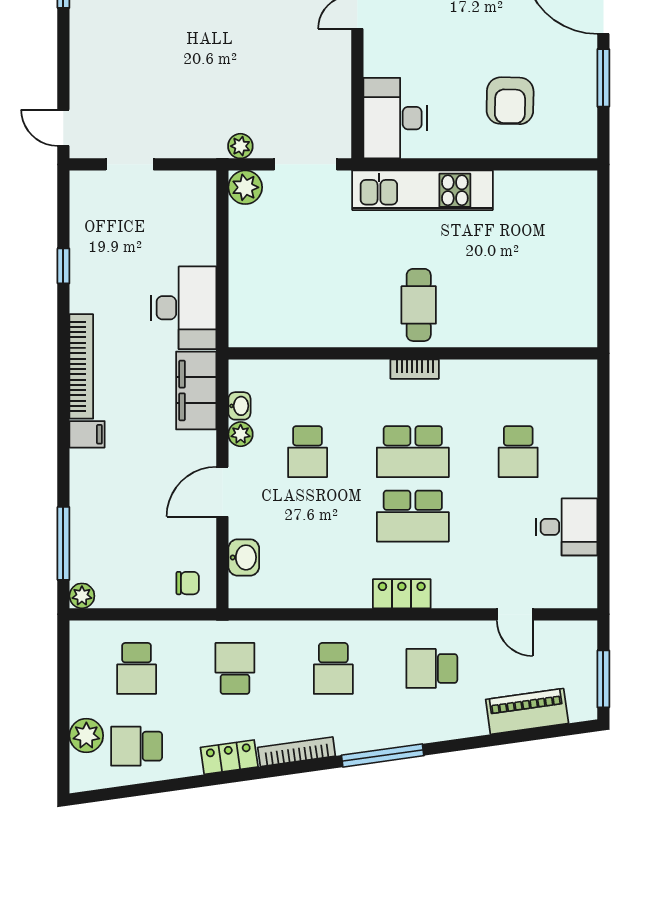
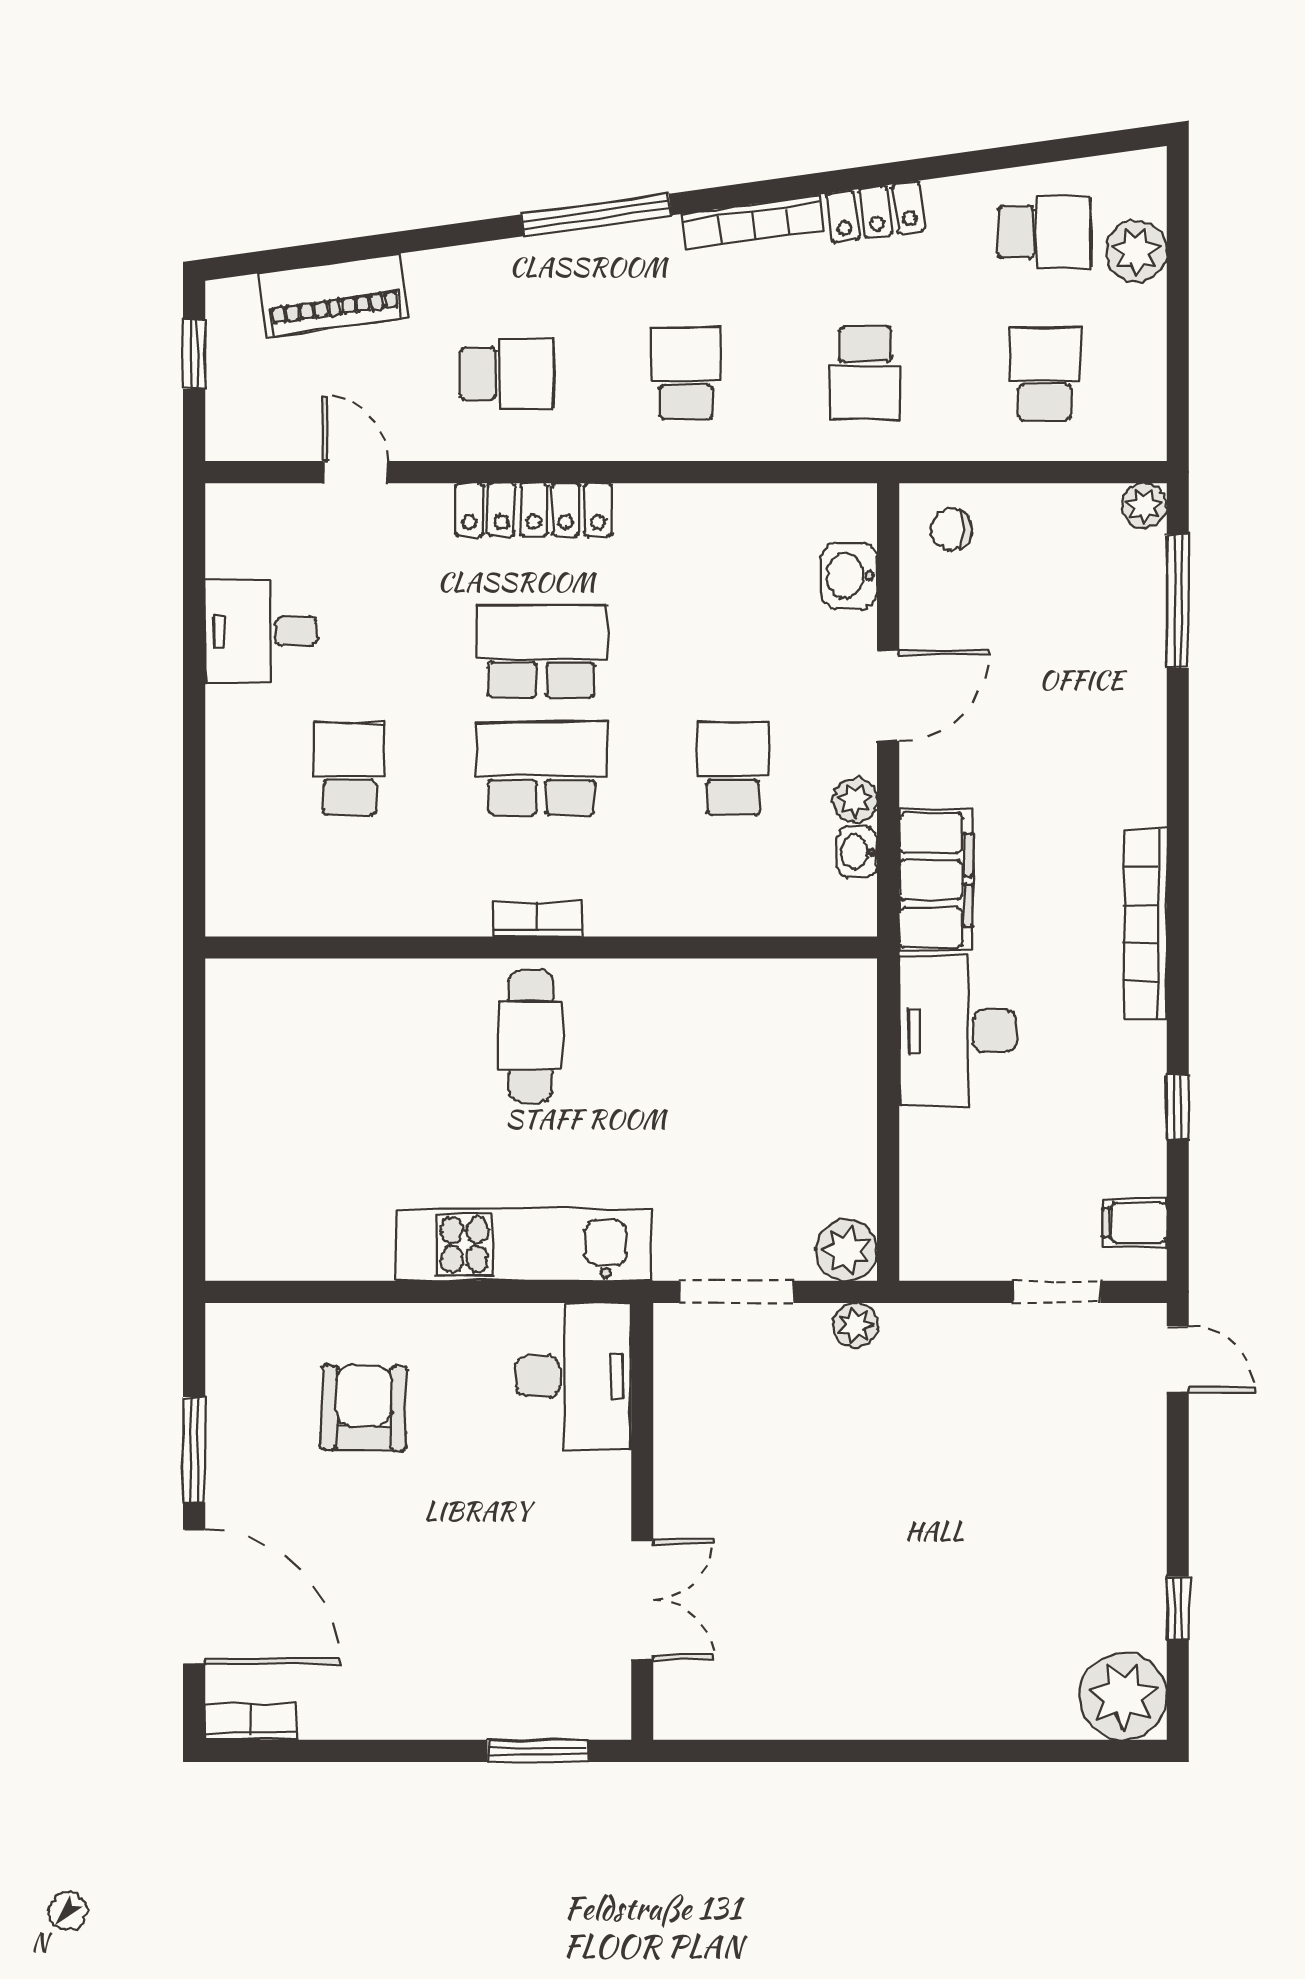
filing cabinet: (87, 434) -> (1135, 1223), moved
locker: (402, 594) -> (534, 510), width x1.53
window: (603, 679) -> (194, 354), width x0.67

